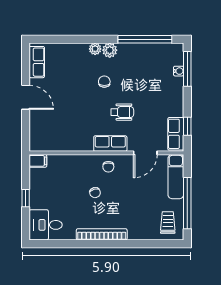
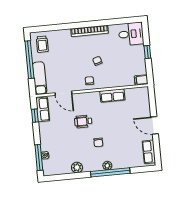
window: (145, 39) -> (110, 172), moved
plant: (110, 50) -> (77, 167), moved
row of seats: (110, 144) -> (112, 95), moved
door: (145, 153) -> (63, 93), swing flipped

